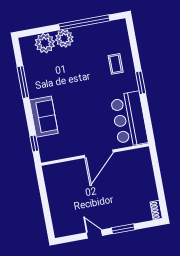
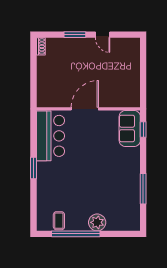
plant: (45, 43) -> (116, 221), removed
coffee table: (116, 64) -> (59, 221), moved
sofa: (44, 117) -> (130, 128), moved

